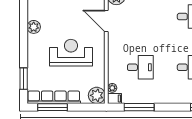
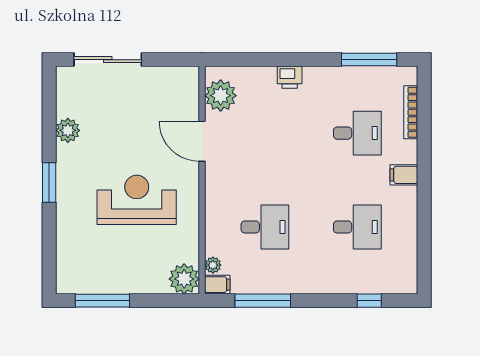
plant: (34, 27) -> (68, 130), moved
window: (24, 79) -> (49, 182), moved
row of seats: (54, 97) -> (105, 282), removed

